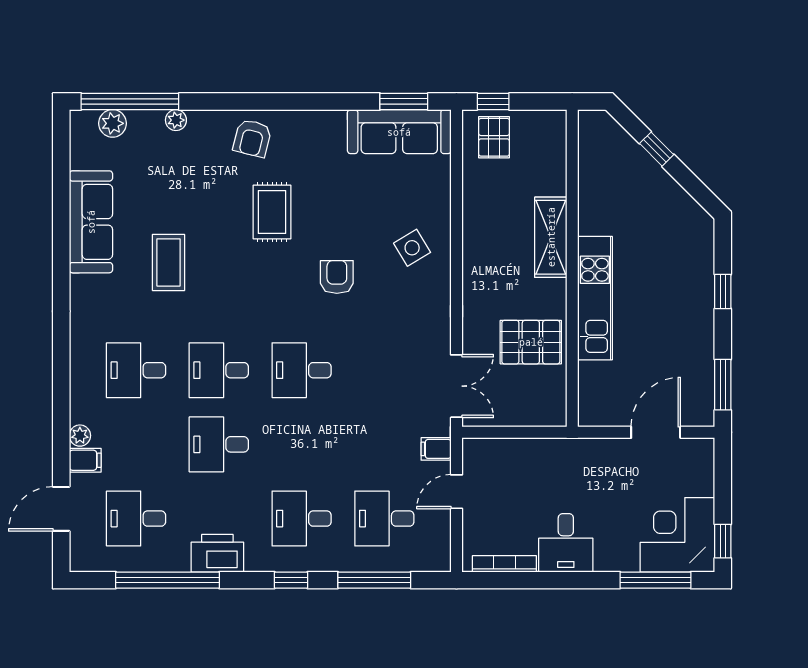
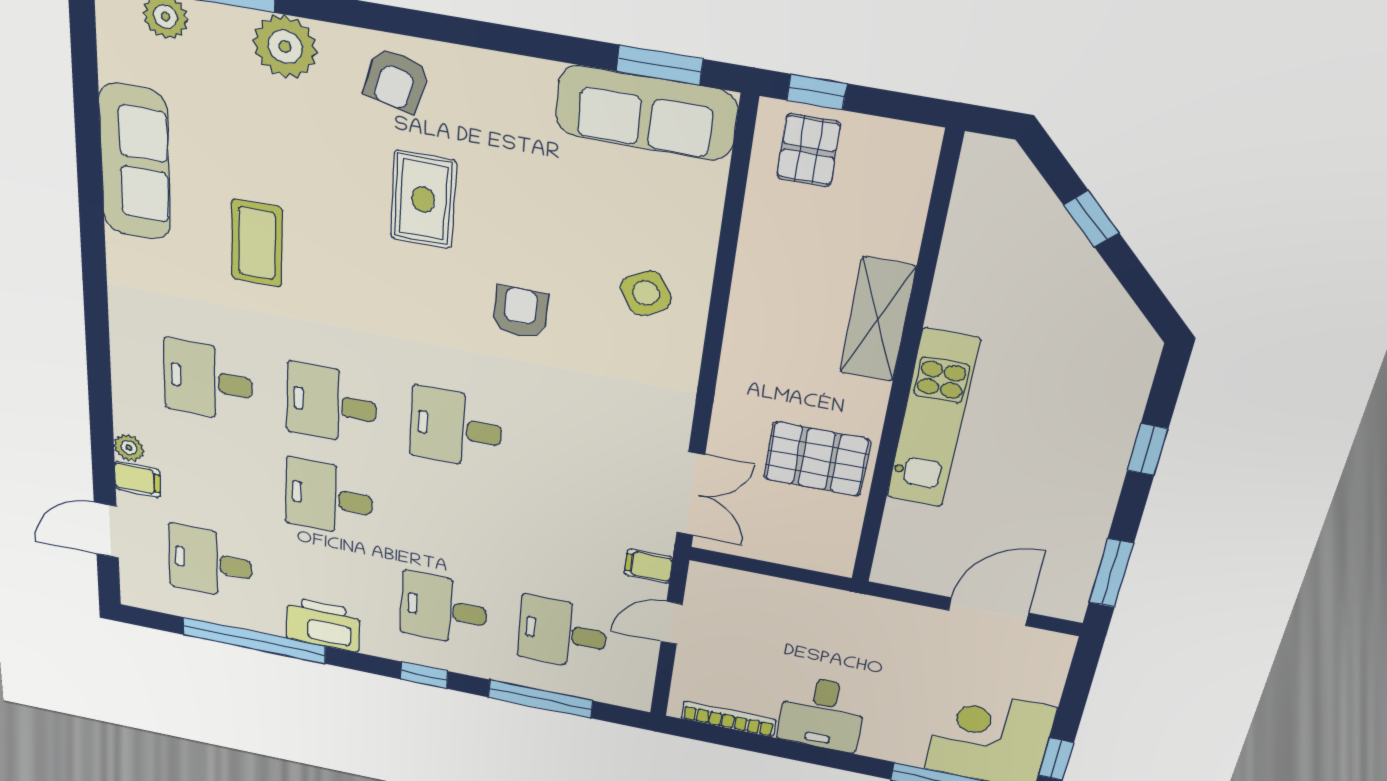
plant: (176, 120) -> (285, 47), width x1.88, depth x1.88

